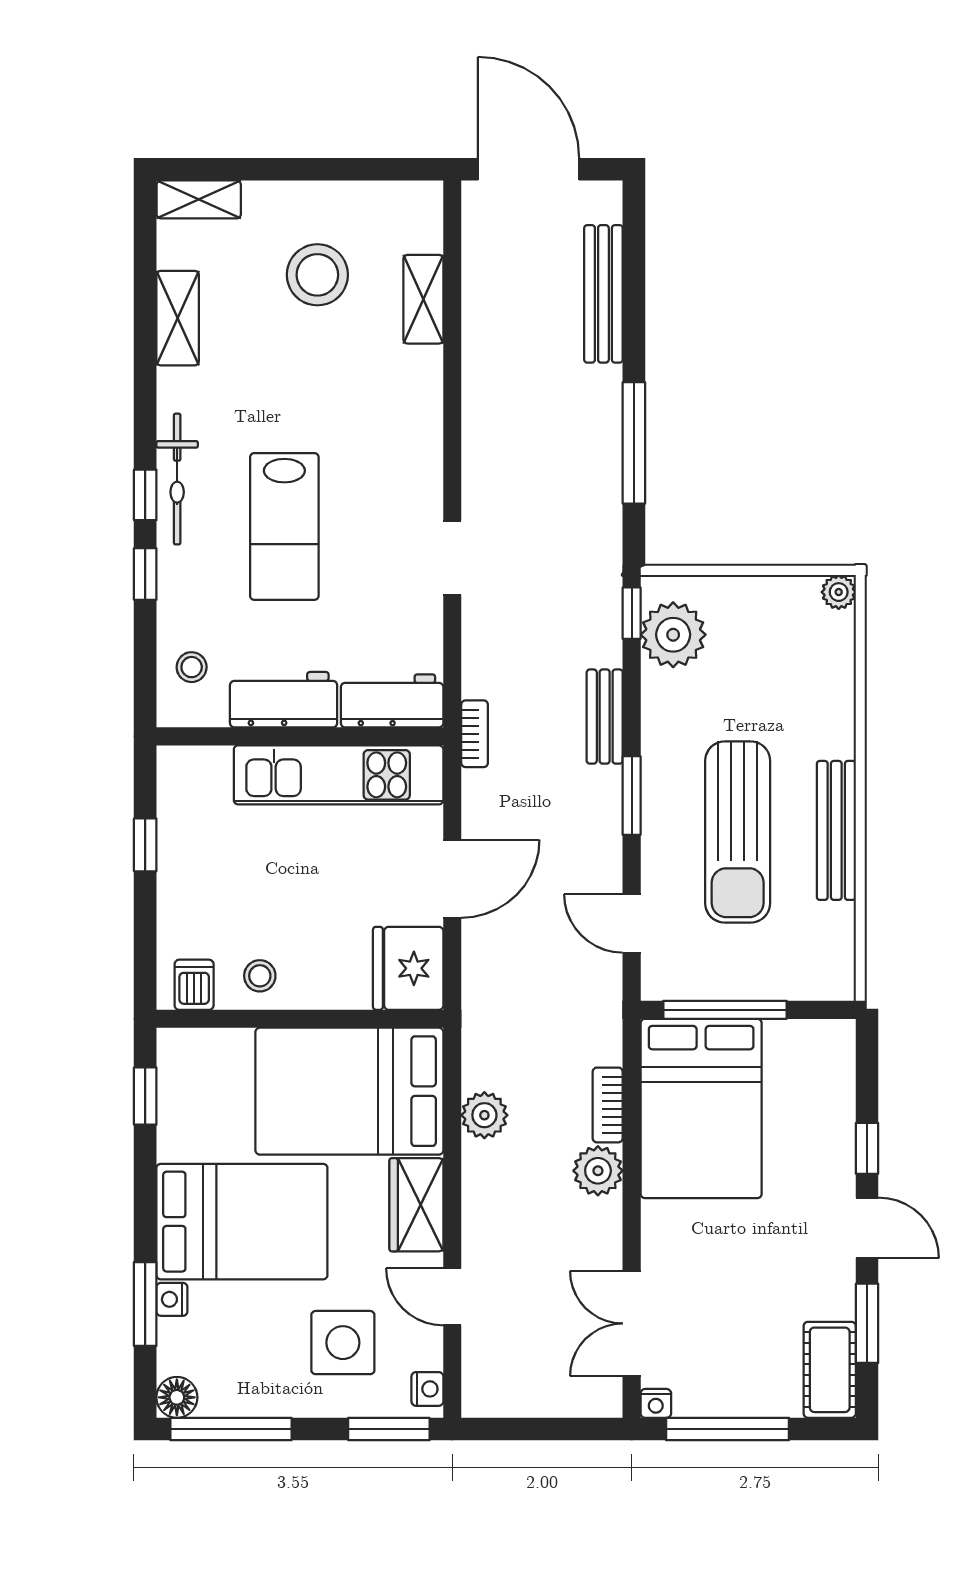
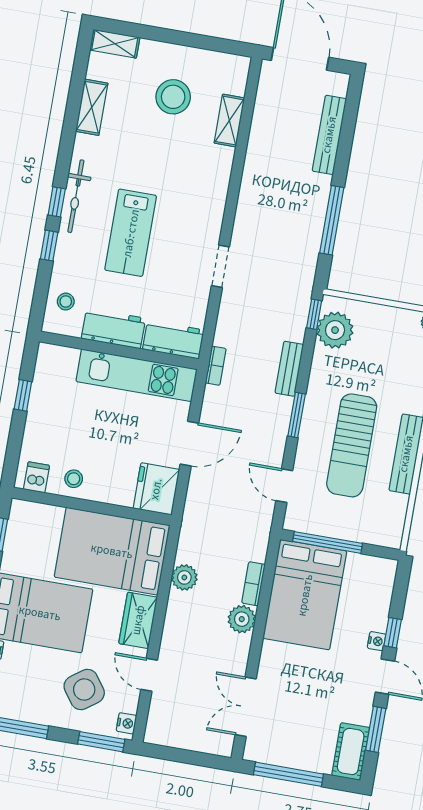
side table: (343, 1343) -> (84, 690), turned -36
nightstand: (656, 1403) -> (377, 641), moved, turned -90

